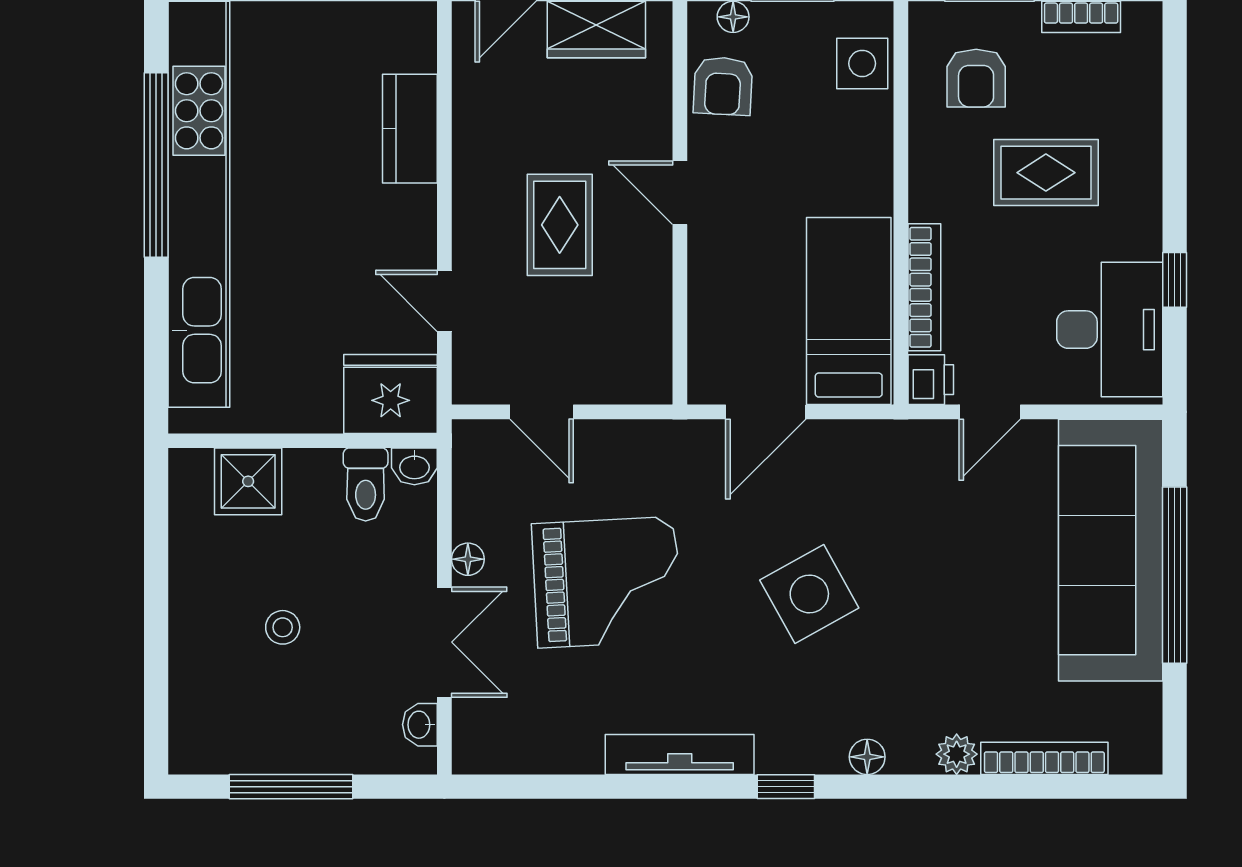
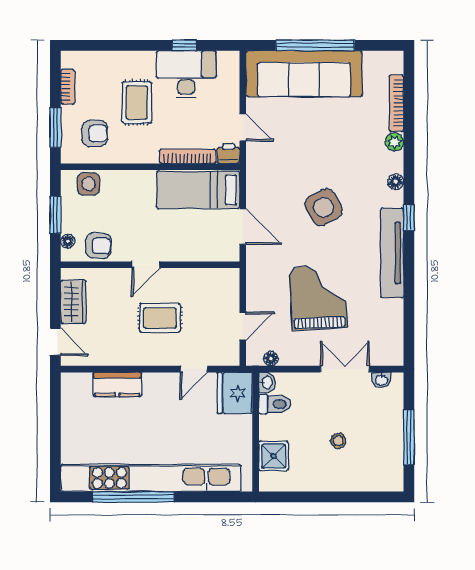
desk: (1110, 330) -> (186, 74), moved
floor lamp: (468, 559) -> (271, 359), moved
tv unit: (680, 754) -> (392, 253), width x1.36, depth x1.29

